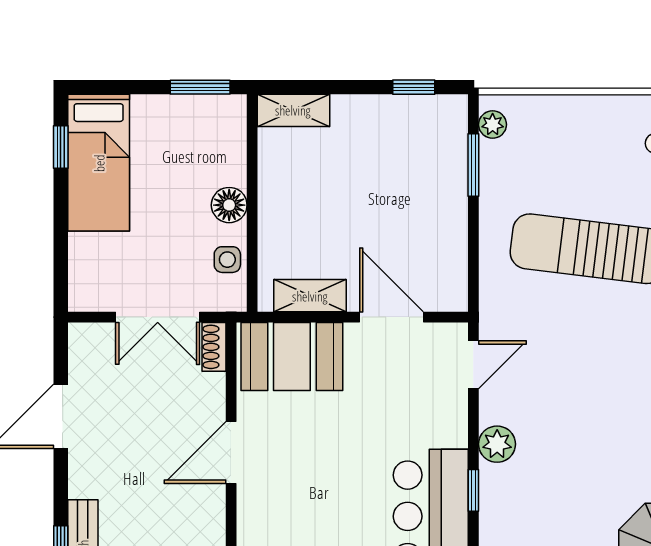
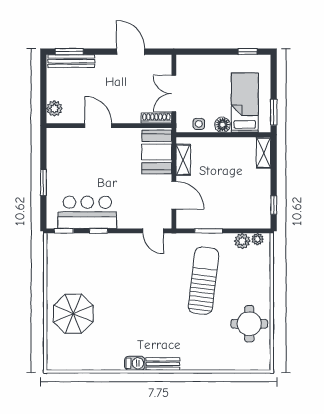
bed: (99, 163) -> (245, 103), moved, turned 90
window: (473, 165) -> (209, 231), moved
door: (392, 317) -> (174, 195), hinge flipped
shoe rack: (214, 347) -> (156, 118), width x1.43
plant: (497, 444) -> (242, 241), moved
door: (231, 452) -> (98, 126), moved

